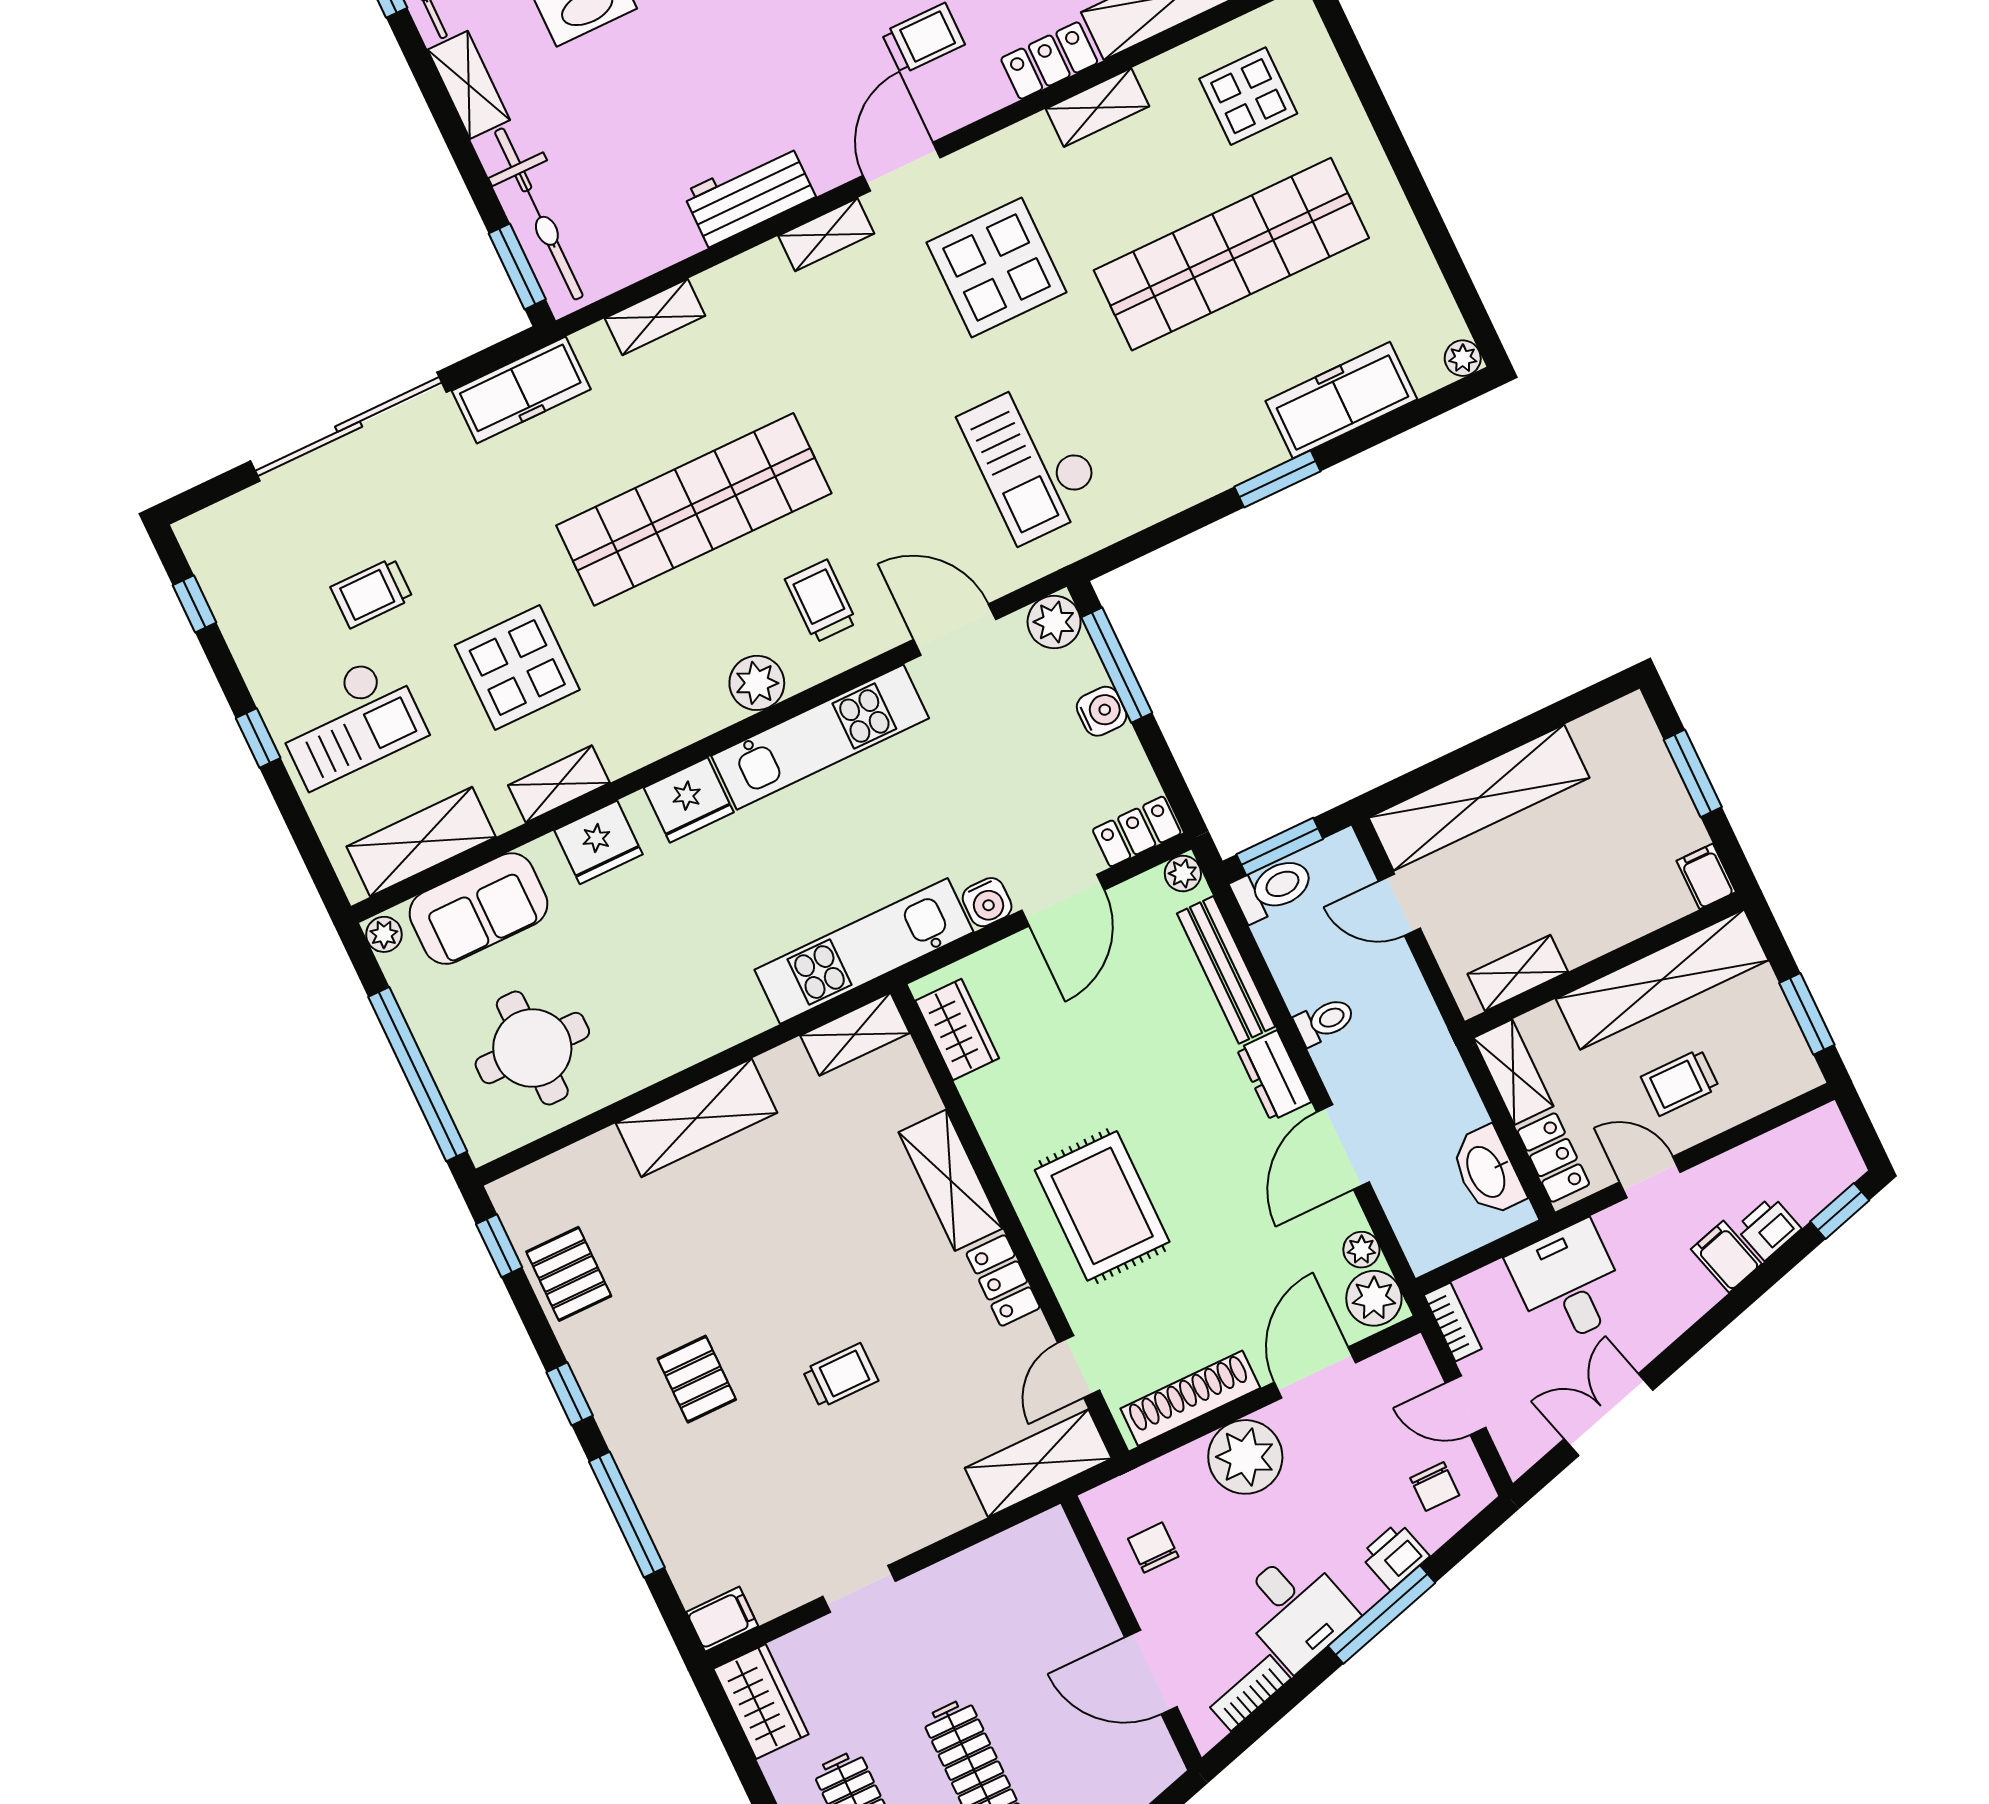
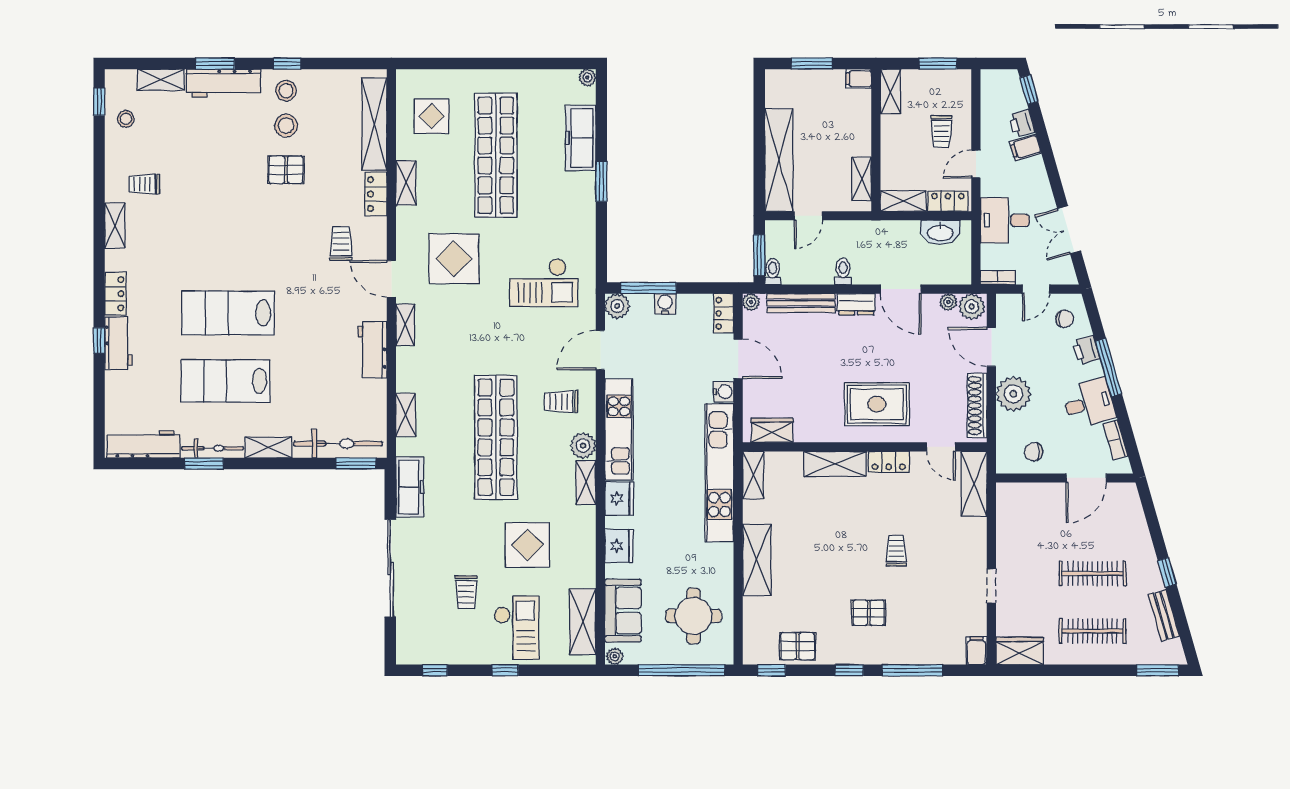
shelving: (559, 784) -> (586, 482), moved
toilet: (1273, 888) -> (773, 272), width x0.73, depth x0.72
kitchen unit: (864, 951) -> (719, 473), width x1.36
shelving: (1662, 980) -> (890, 92), width x0.45, depth x0.75

